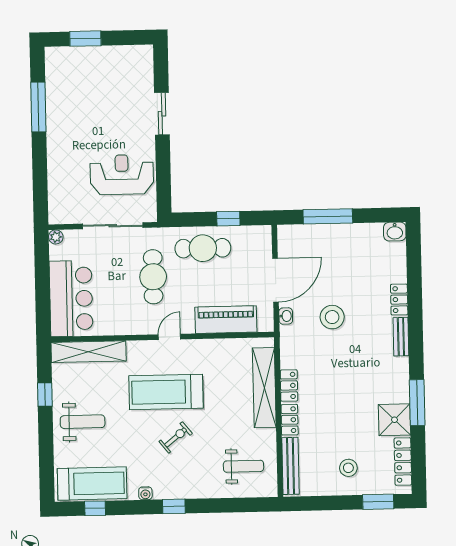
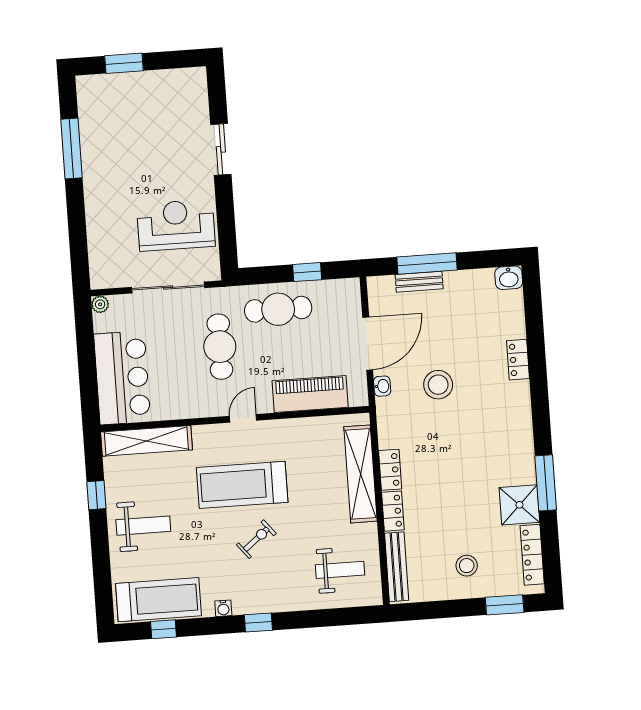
bench: (401, 337) -> (419, 282), moved, turned 90

